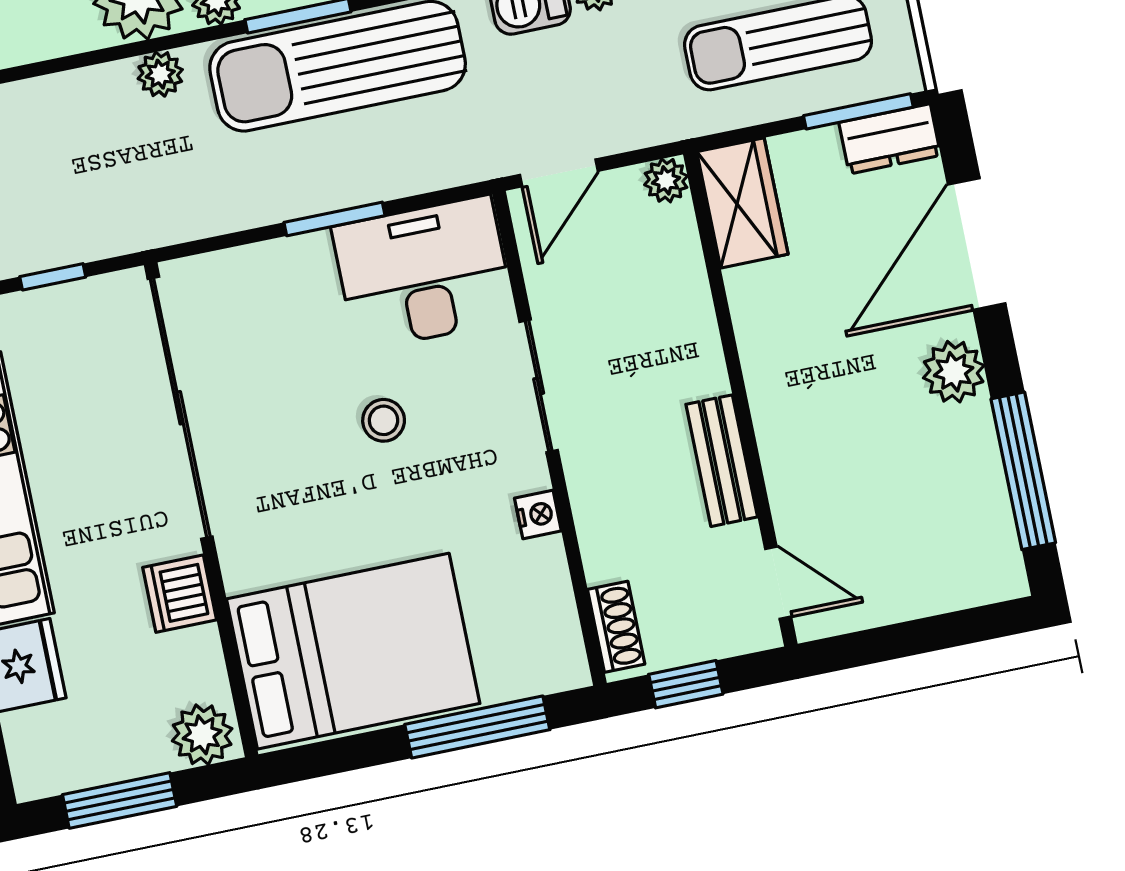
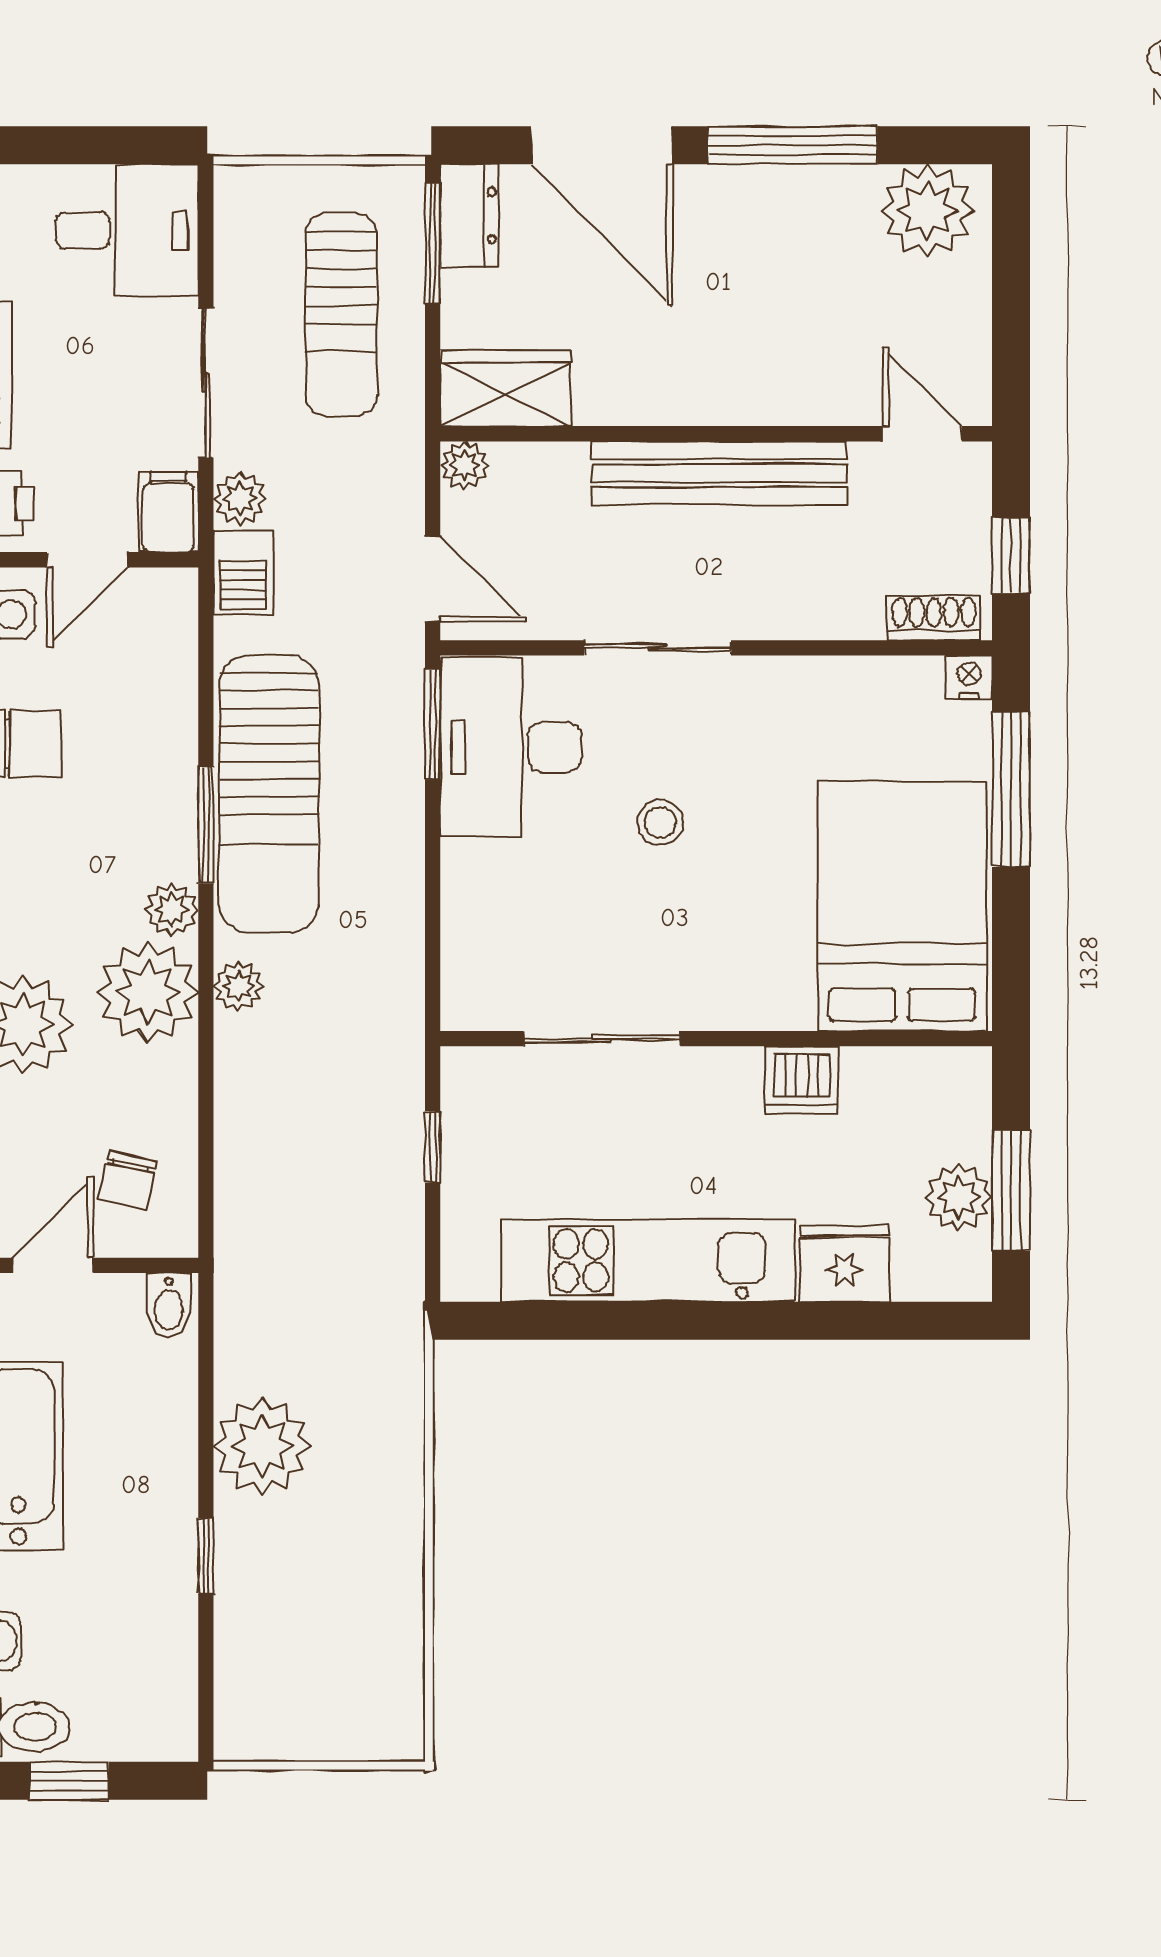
window: (335, 219) -> (433, 724), moved
plant: (954, 372) -> (927, 211), moved, width x1.36, depth x1.36
sliding door: (180, 408) -> (602, 1039), width x0.54
bench: (722, 461) -> (719, 473), width x1.86, depth x1.21
window: (1023, 471) -> (793, 145), moved
nightstand: (538, 514) -> (969, 677), moved
door: (778, 583) -> (922, 434), hinge flipped
plant: (202, 735) -> (959, 1197), moved

